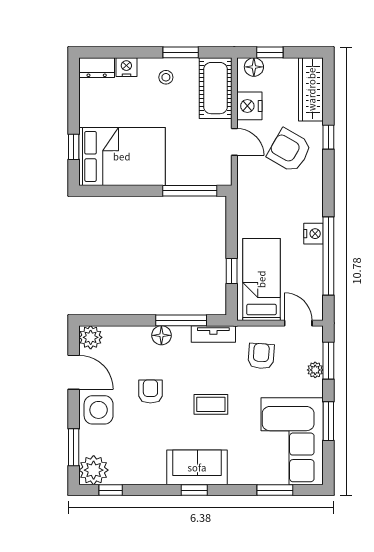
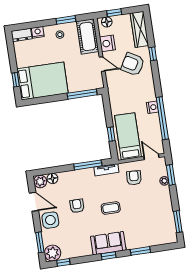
floor lamp: (161, 335) -> (52, 178), moved
window: (328, 421) -> (178, 222), moved
corner sofa: (292, 441) -> (158, 221), removed
window: (275, 490) -> (140, 251), moved

